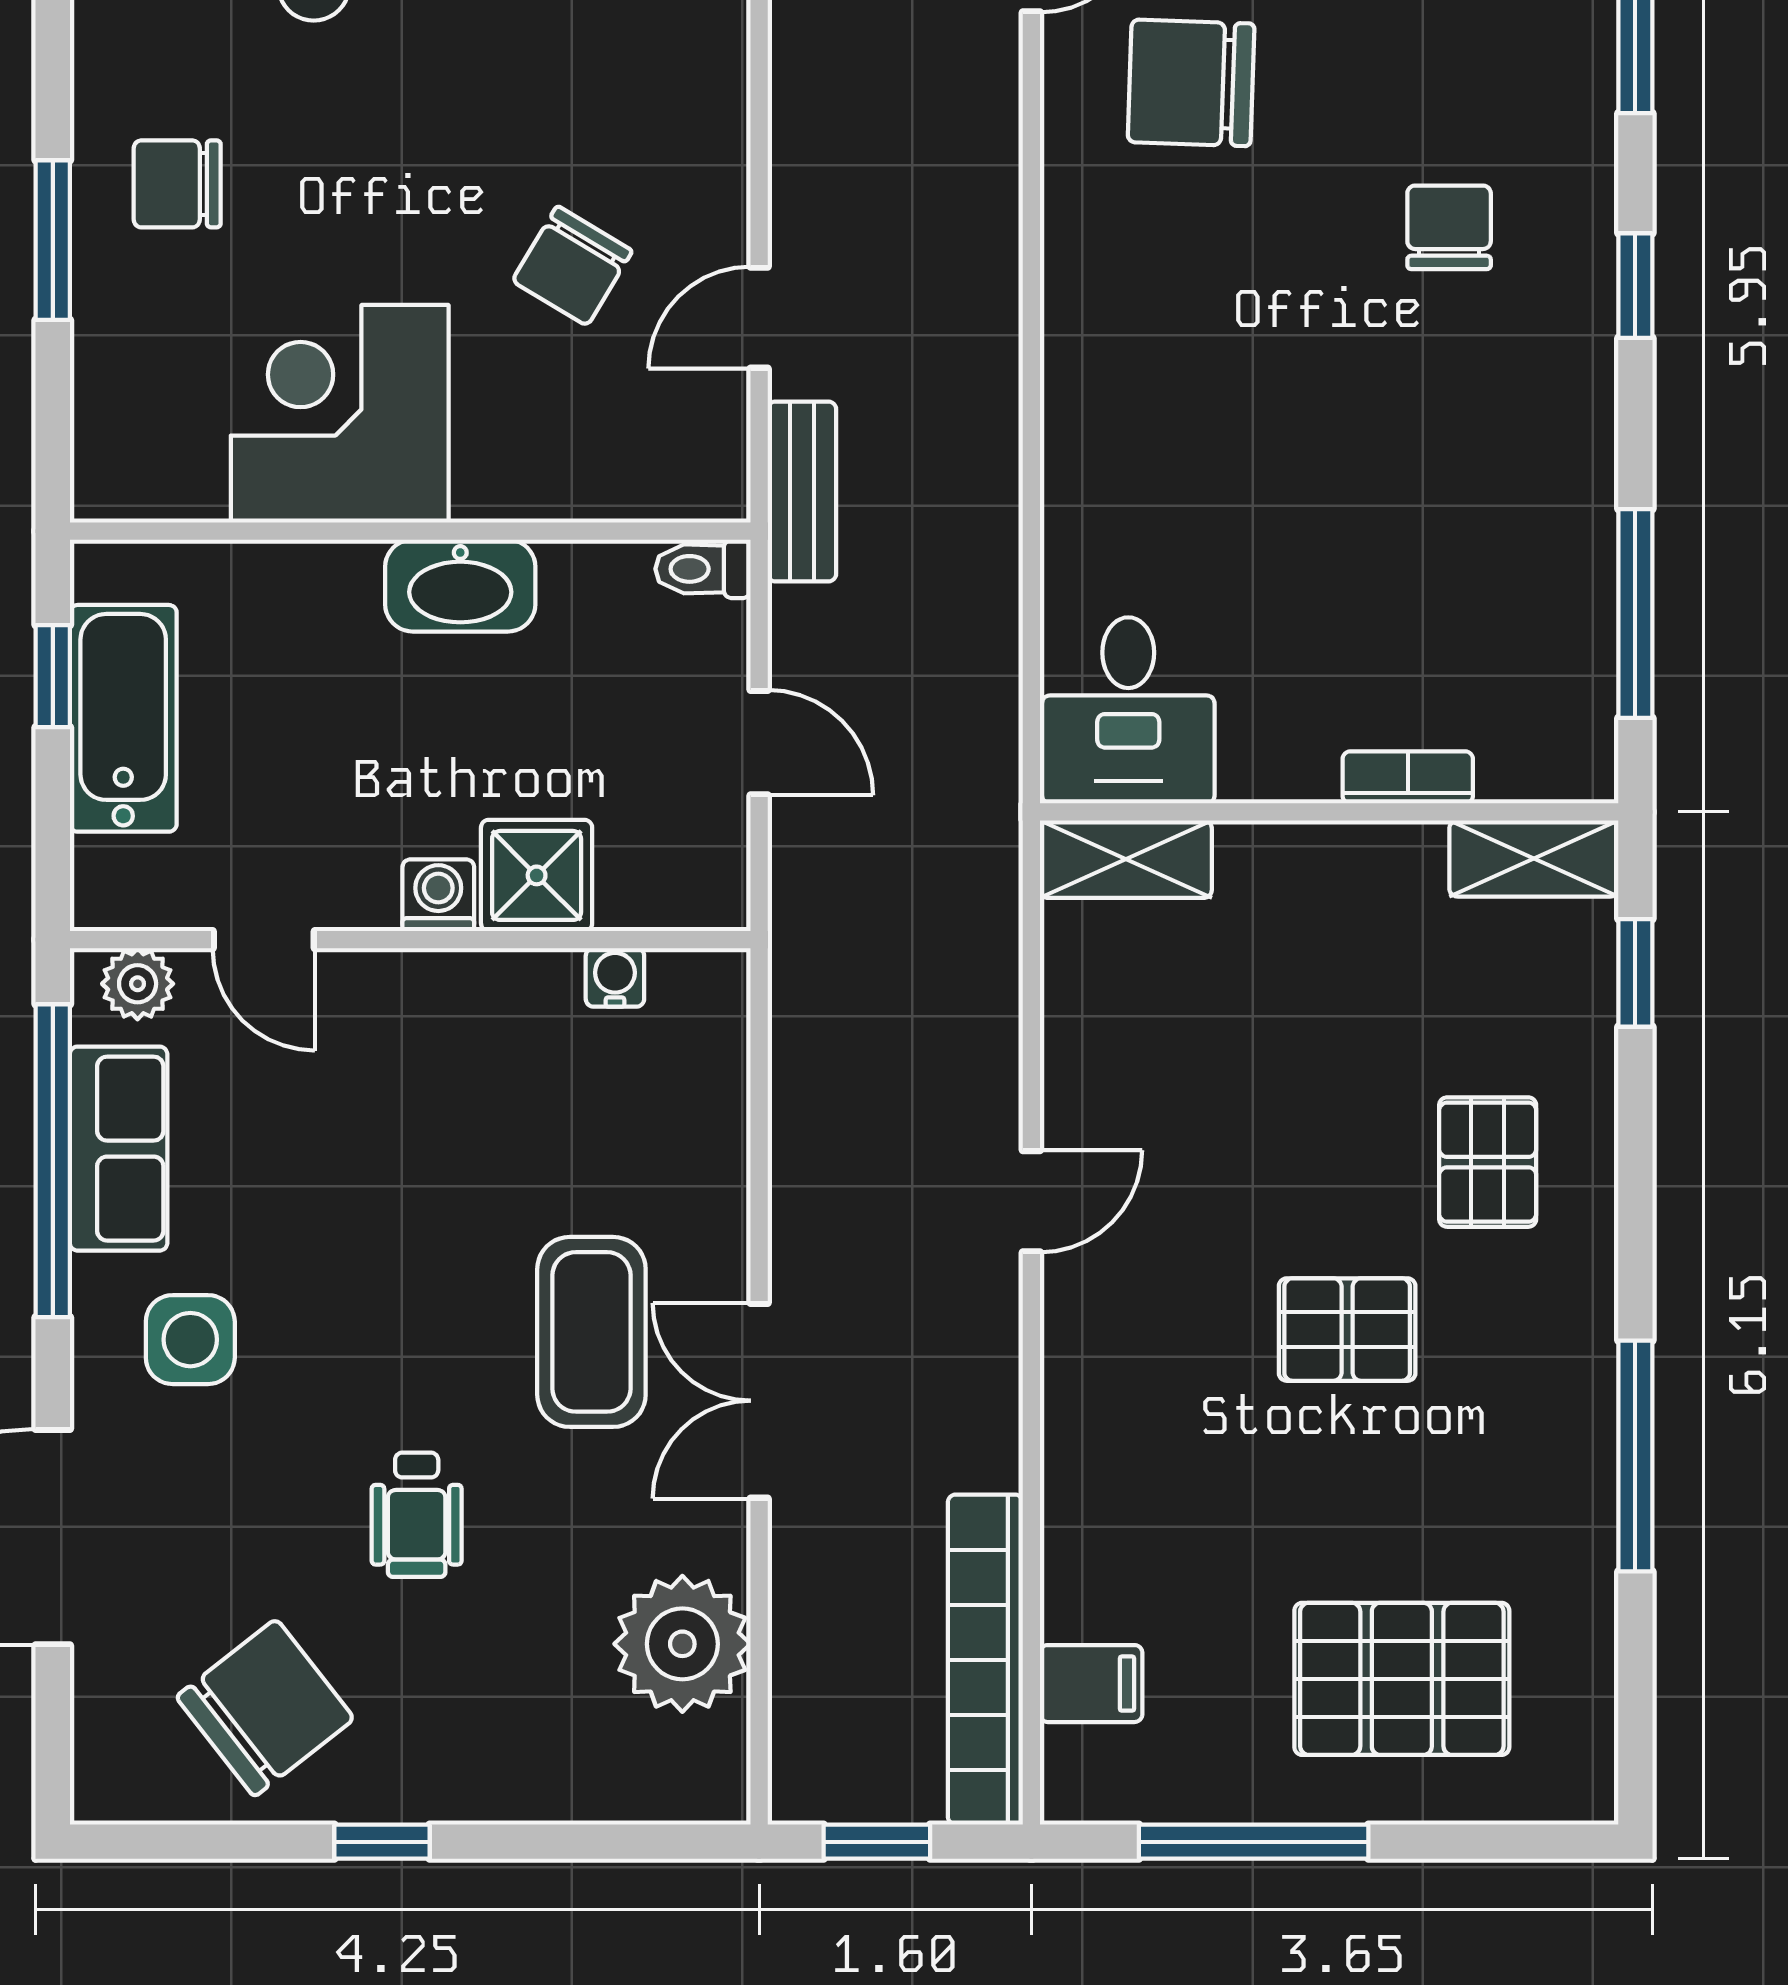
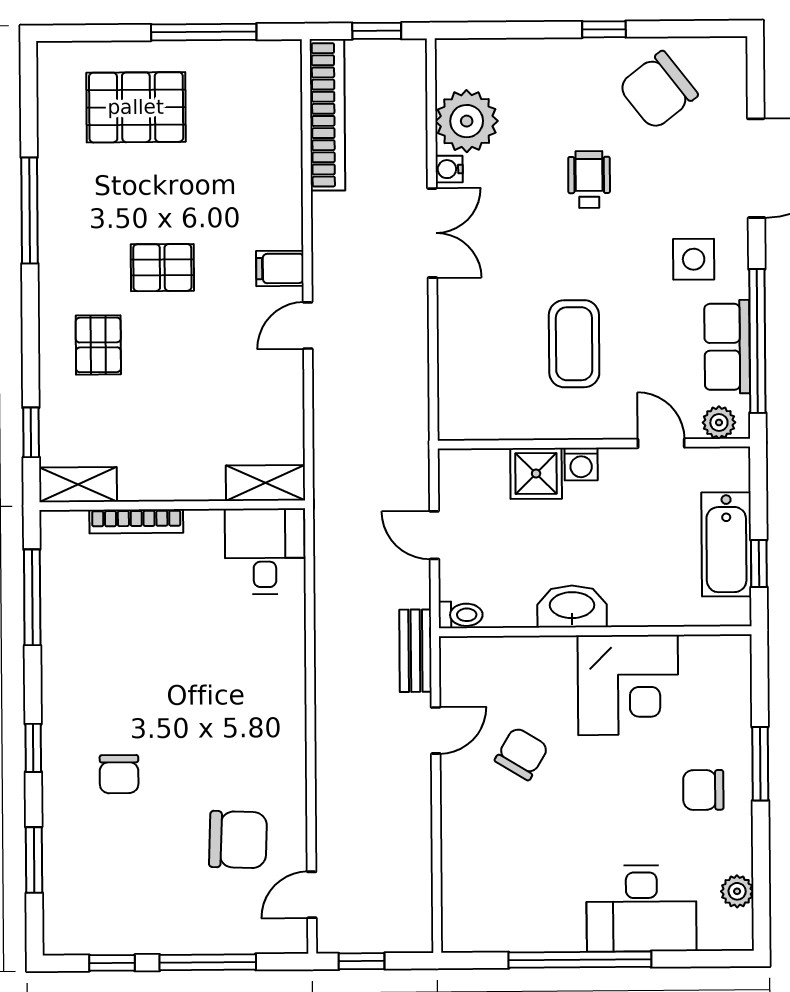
chair: (177, 184) -> (703, 790), turned 180
bookcase: (1408, 777) -> (136, 521), width x1.56
water cooler: (615, 977) -> (449, 169), moved, turned 90
coffee table: (591, 1332) -> (574, 344), moved
filing cabinet: (1091, 1684) -> (280, 268), moved

